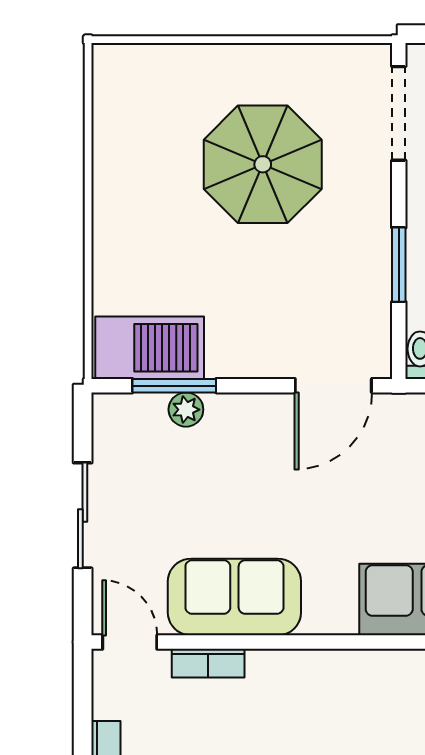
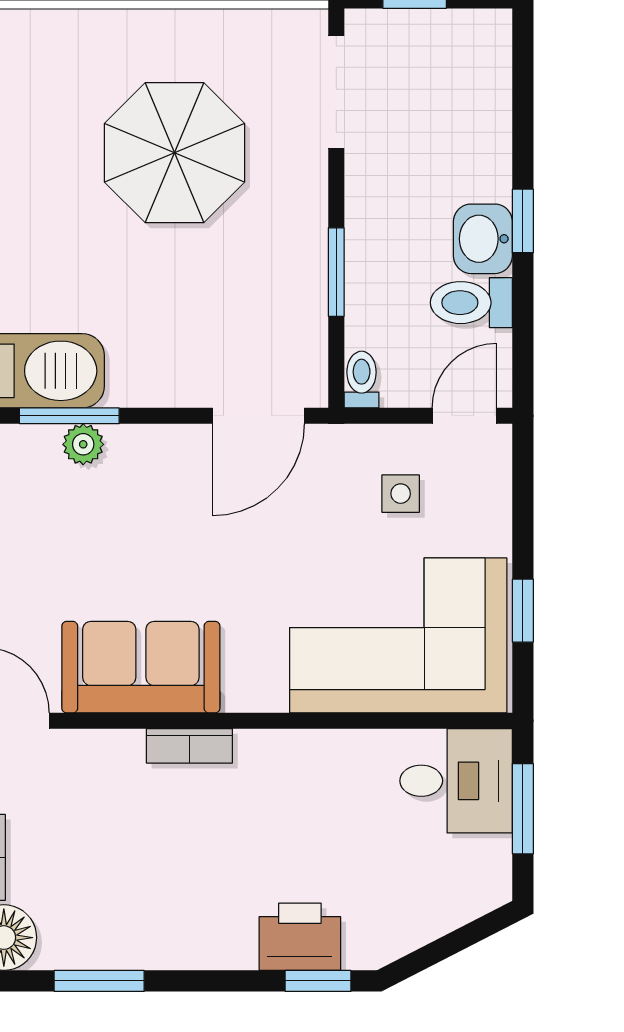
bookcase: (208, 663) -> (189, 746), moved

